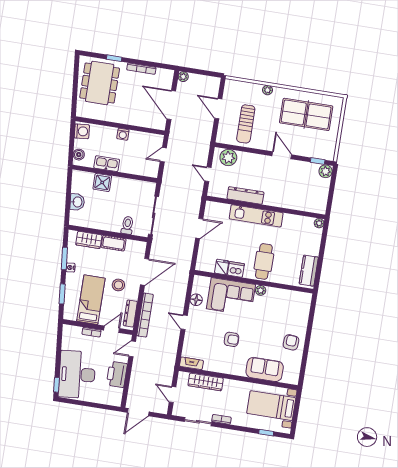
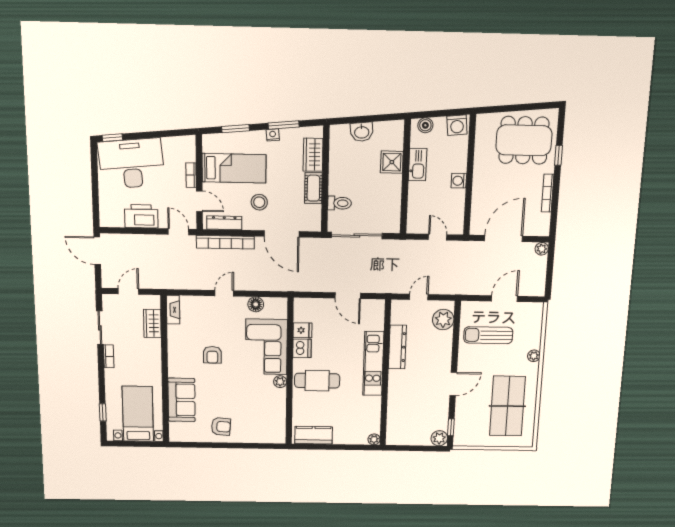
wardrobe: (206, 382) -> (152, 323), width x0.67

